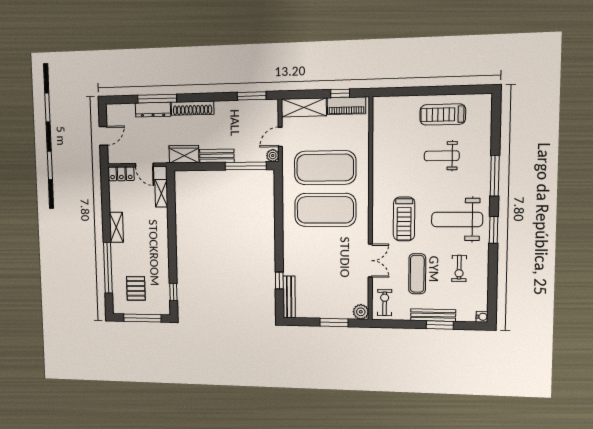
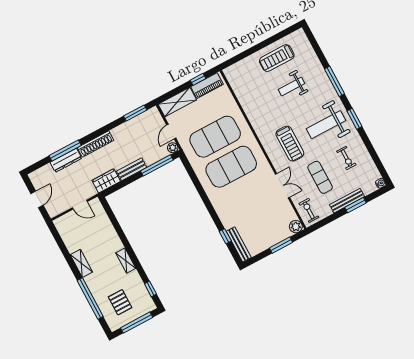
locker: (121, 174) -> (65, 221), removed
shelving: (161, 193) -> (126, 261), moved

